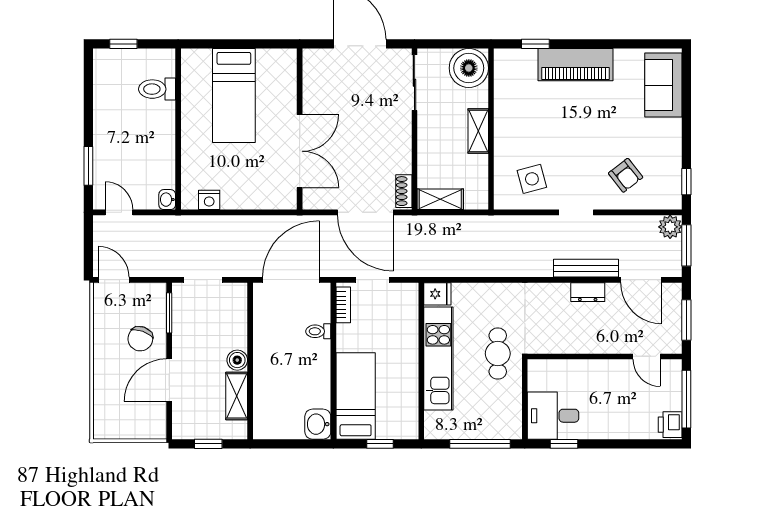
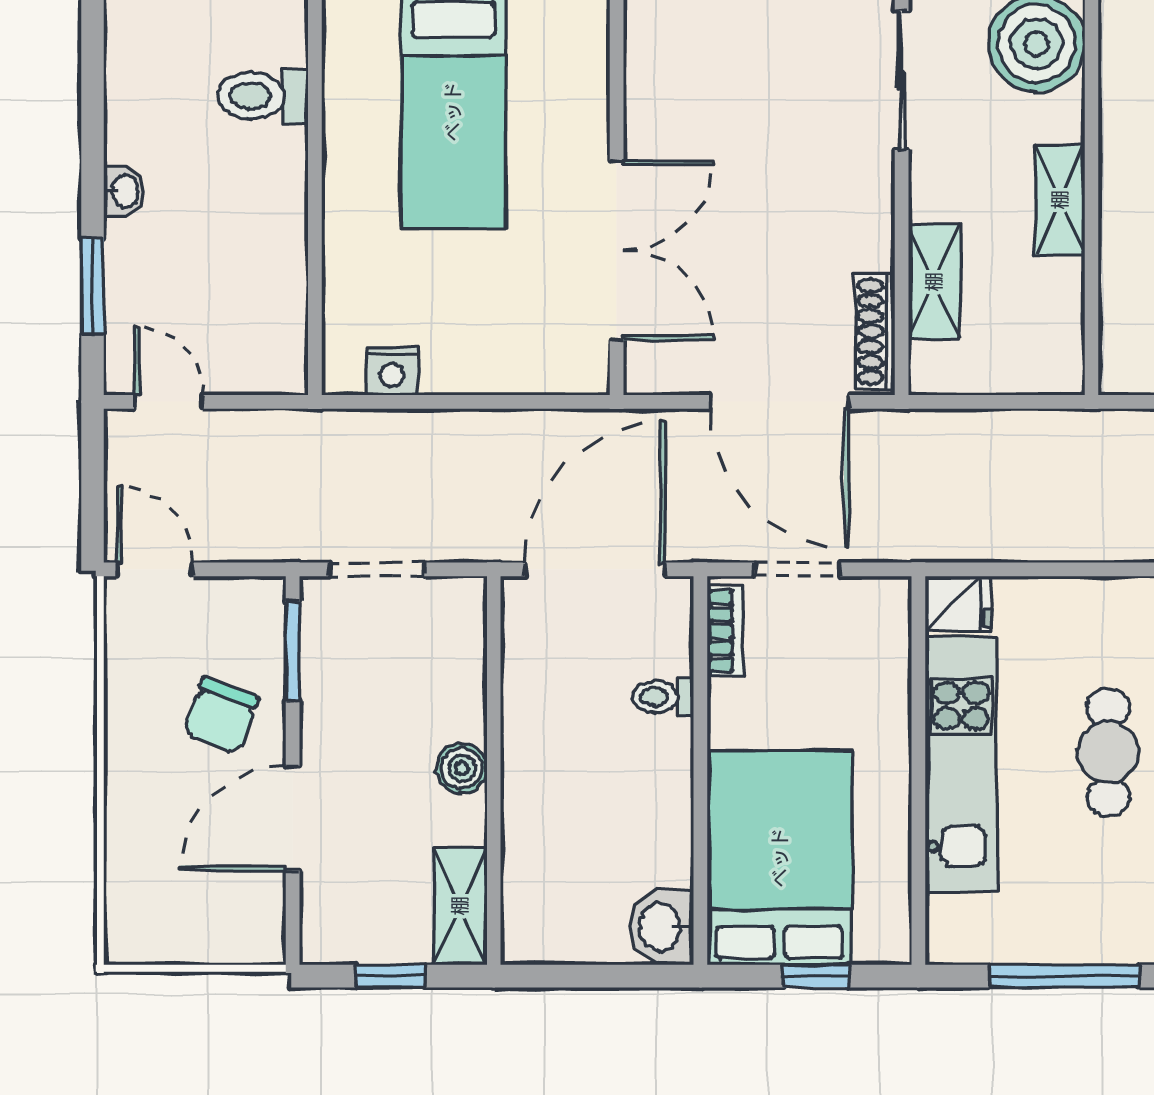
shoe rack: (404, 191) -> (875, 332), width x1.43
shelving: (440, 199) -> (934, 282), moved, turned 90
washbasin: (167, 200) -> (124, 191), moved, turned 180
shelving: (237, 396) -> (460, 906), moved
bed: (356, 396) -> (780, 858), width x1.50

